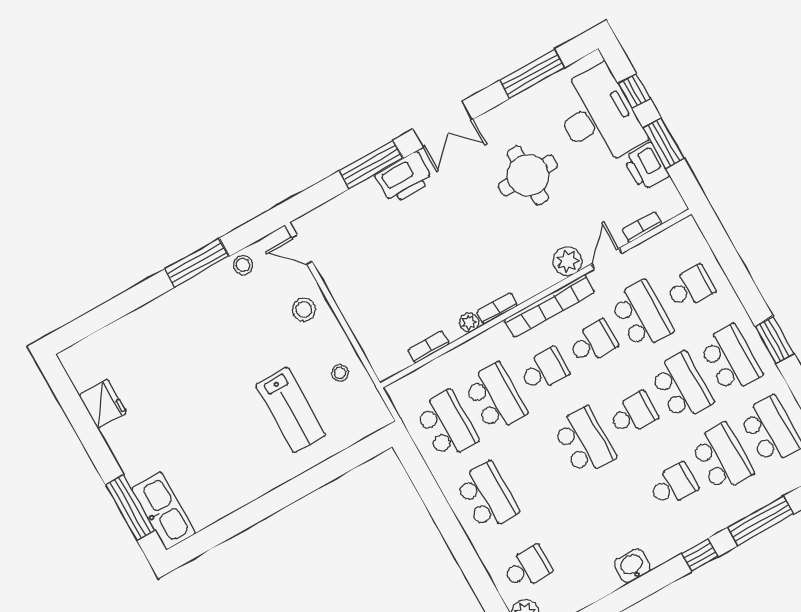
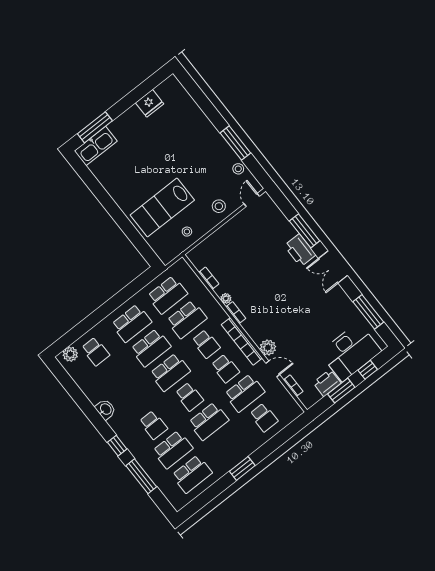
round table: (528, 175) -> (312, 318), removed
school desk: (730, 359) -> (151, 348), moved
lab bench: (291, 410) -> (162, 207), width x1.36, depth x1.39

